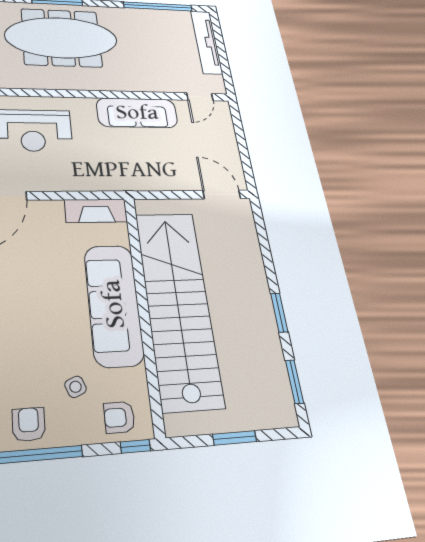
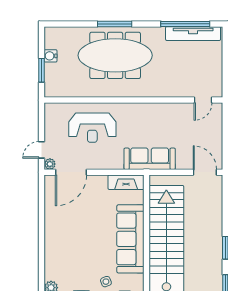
tv unit: (206, 42) -> (193, 34), moved, turned -90
sofa: (137, 113) -> (150, 159), moved, turned 180

